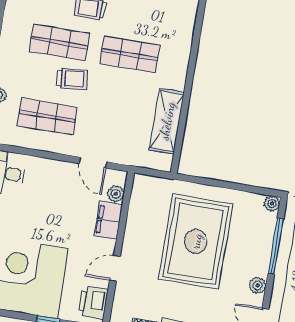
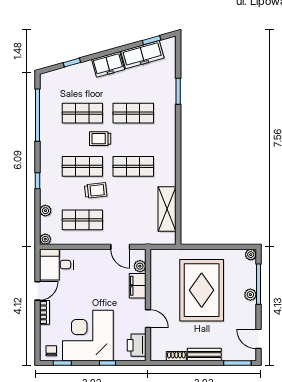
door: (115, 268) -> (148, 319), swing flipped
plant: (258, 285) -> (250, 295), moved

